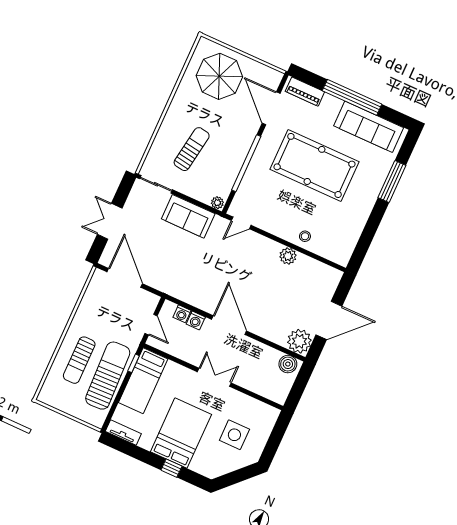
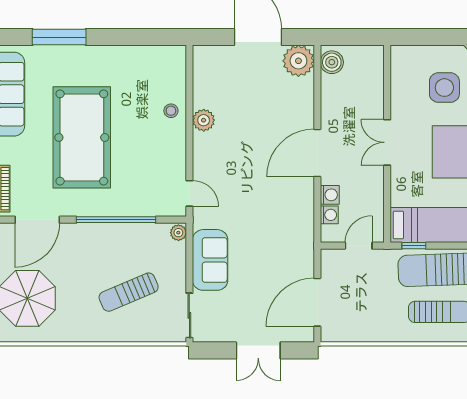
sun lounger: (192, 149) -> (129, 292), turned -32

